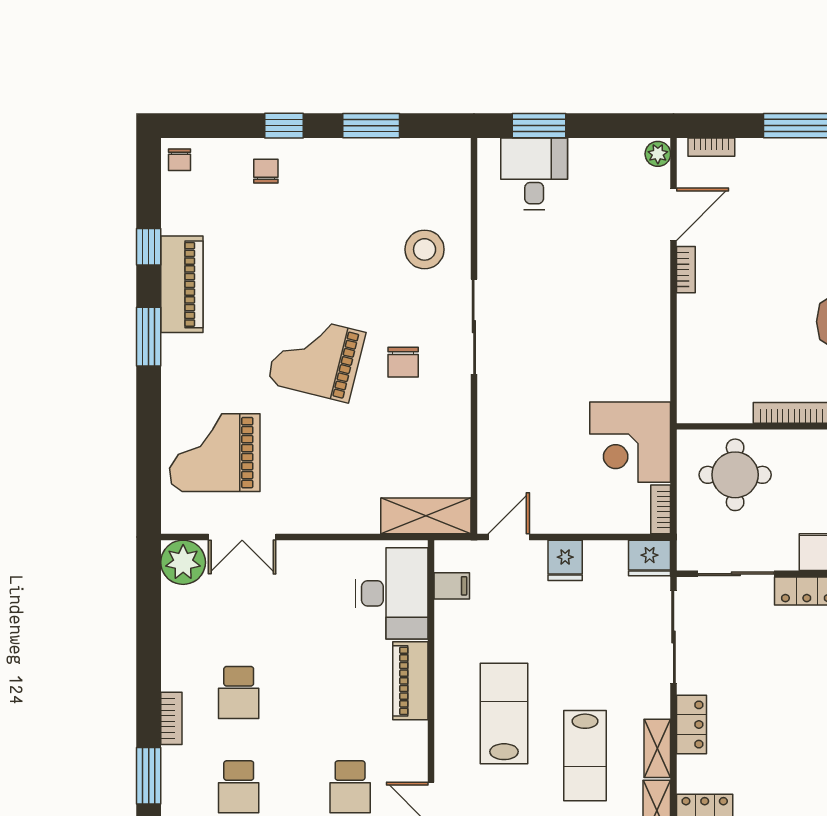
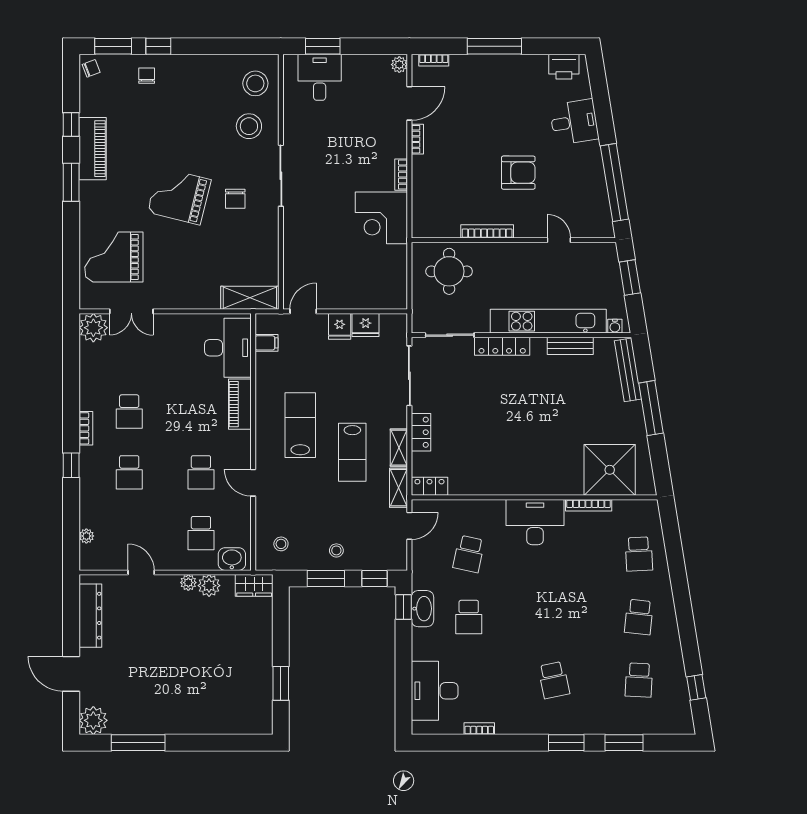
window: (371, 126) -> (113, 46), moved
chair: (180, 160) -> (91, 68), turned -111
stool: (434, 183) -> (255, 83), added
corner desk: (630, 442) -> (381, 218), moved
bookcase: (661, 509) -> (401, 175), moved
fridge: (650, 558) -> (366, 325), moved
window: (149, 776) -> (71, 465), width x0.67

